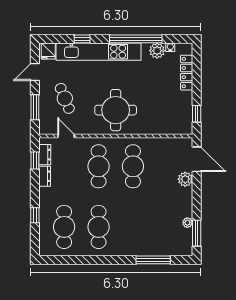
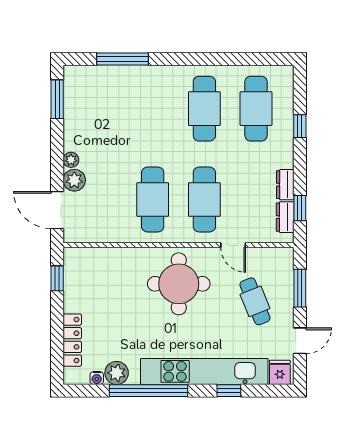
door: (66, 136) -> (233, 245), moved
plant: (187, 223) -> (71, 160), moved

